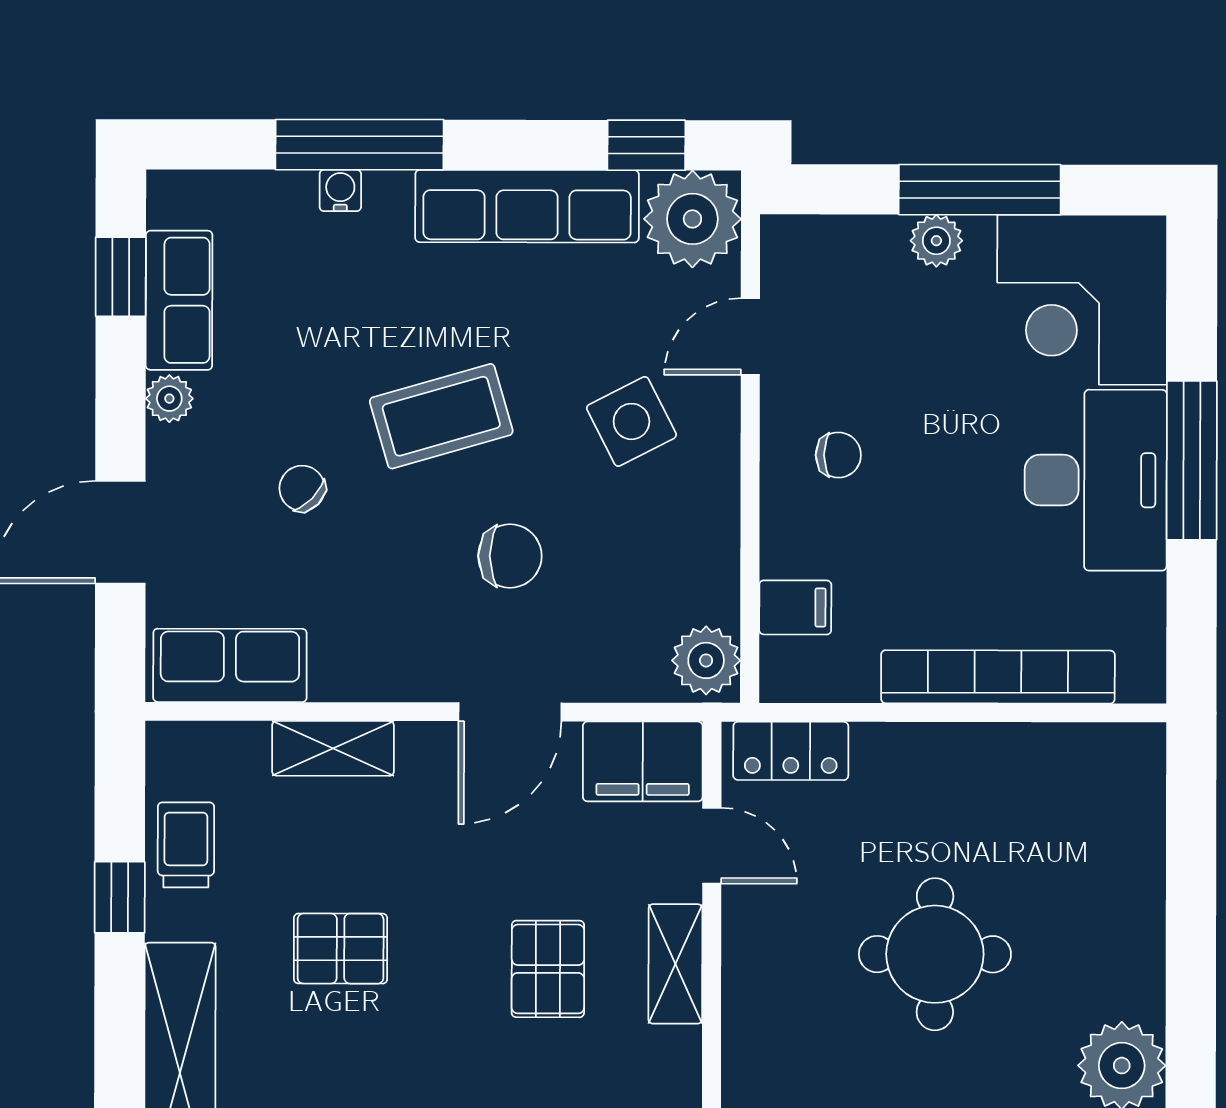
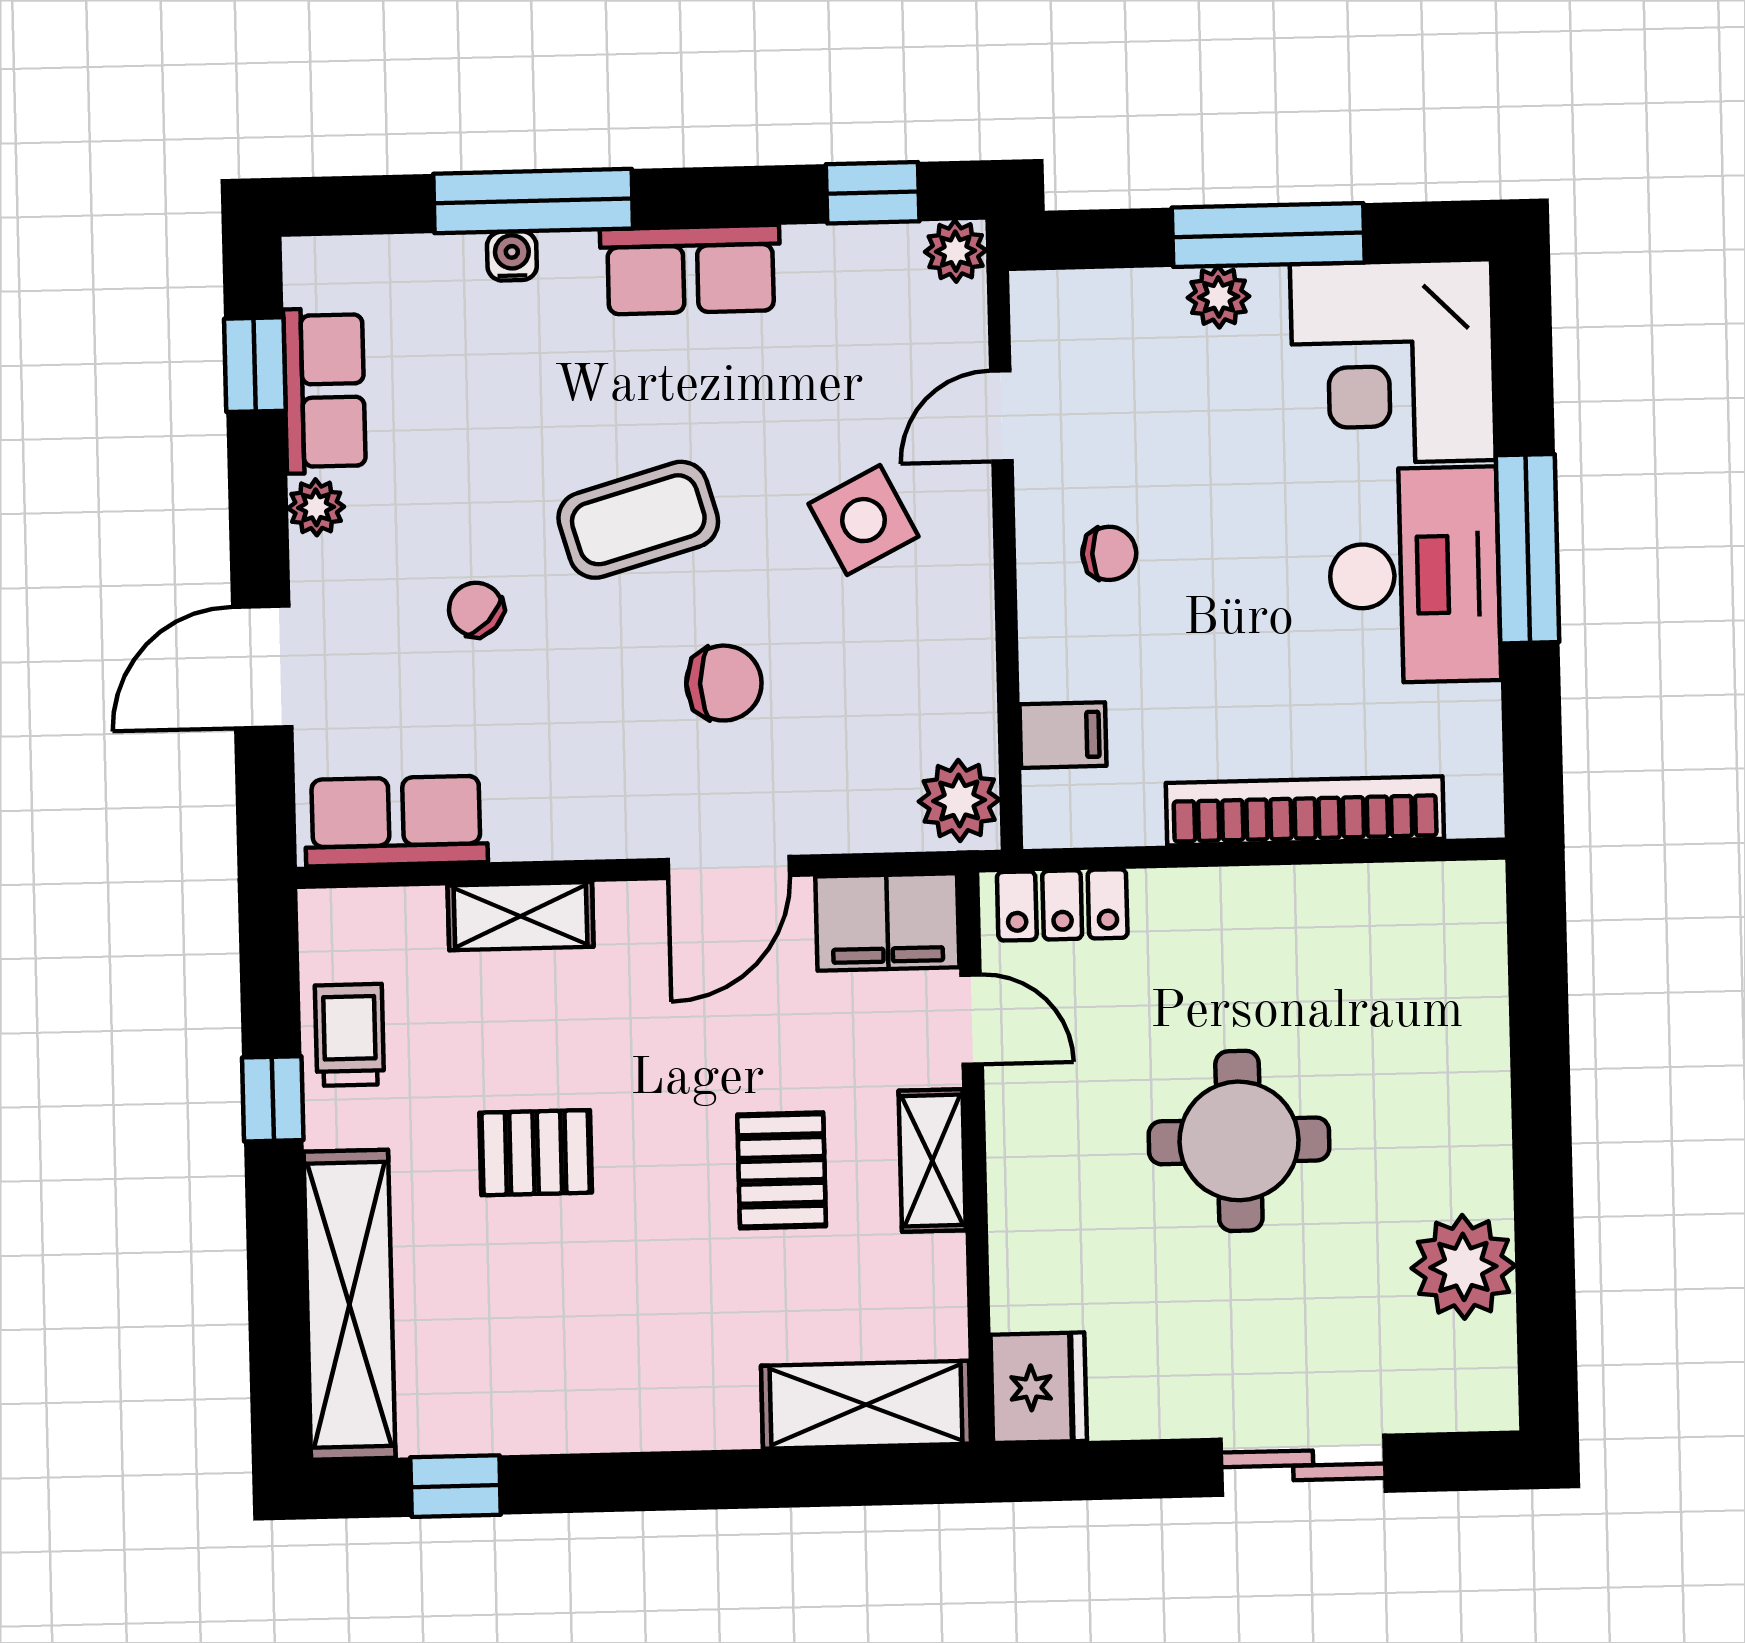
row of seats: (527, 206) -> (690, 270), width x0.68
plant: (692, 219) -> (956, 251), width x0.53, depth x0.53

